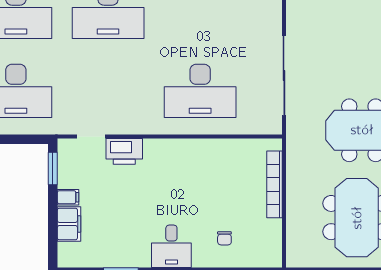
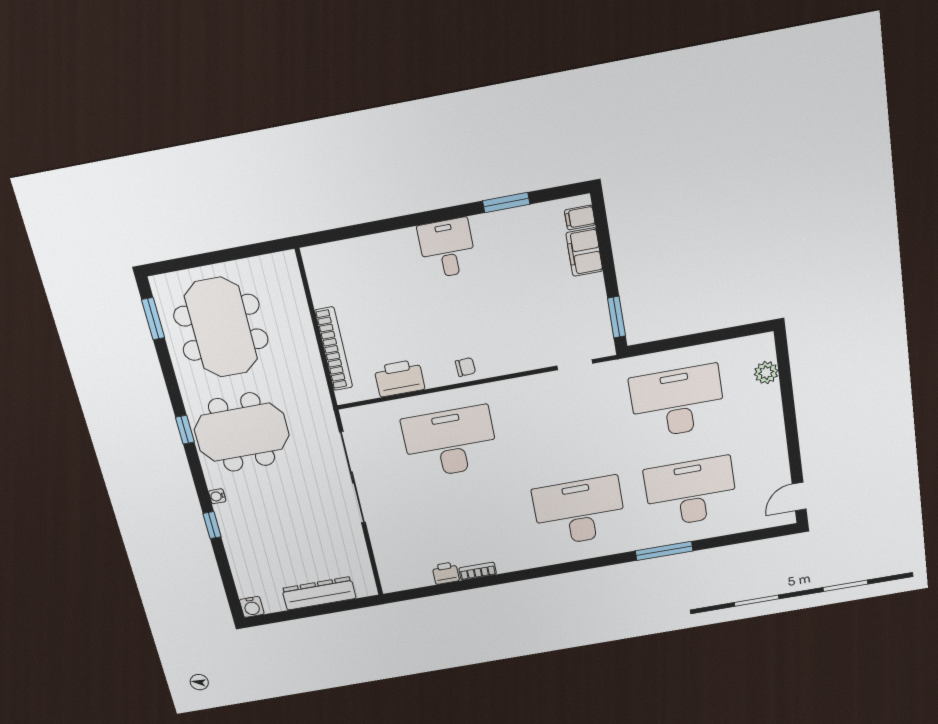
printer: (124, 151) -> (399, 378), moved
filing cabinet: (68, 197) -> (580, 217), moved
chair: (224, 238) -> (465, 367), moved, turned 87

